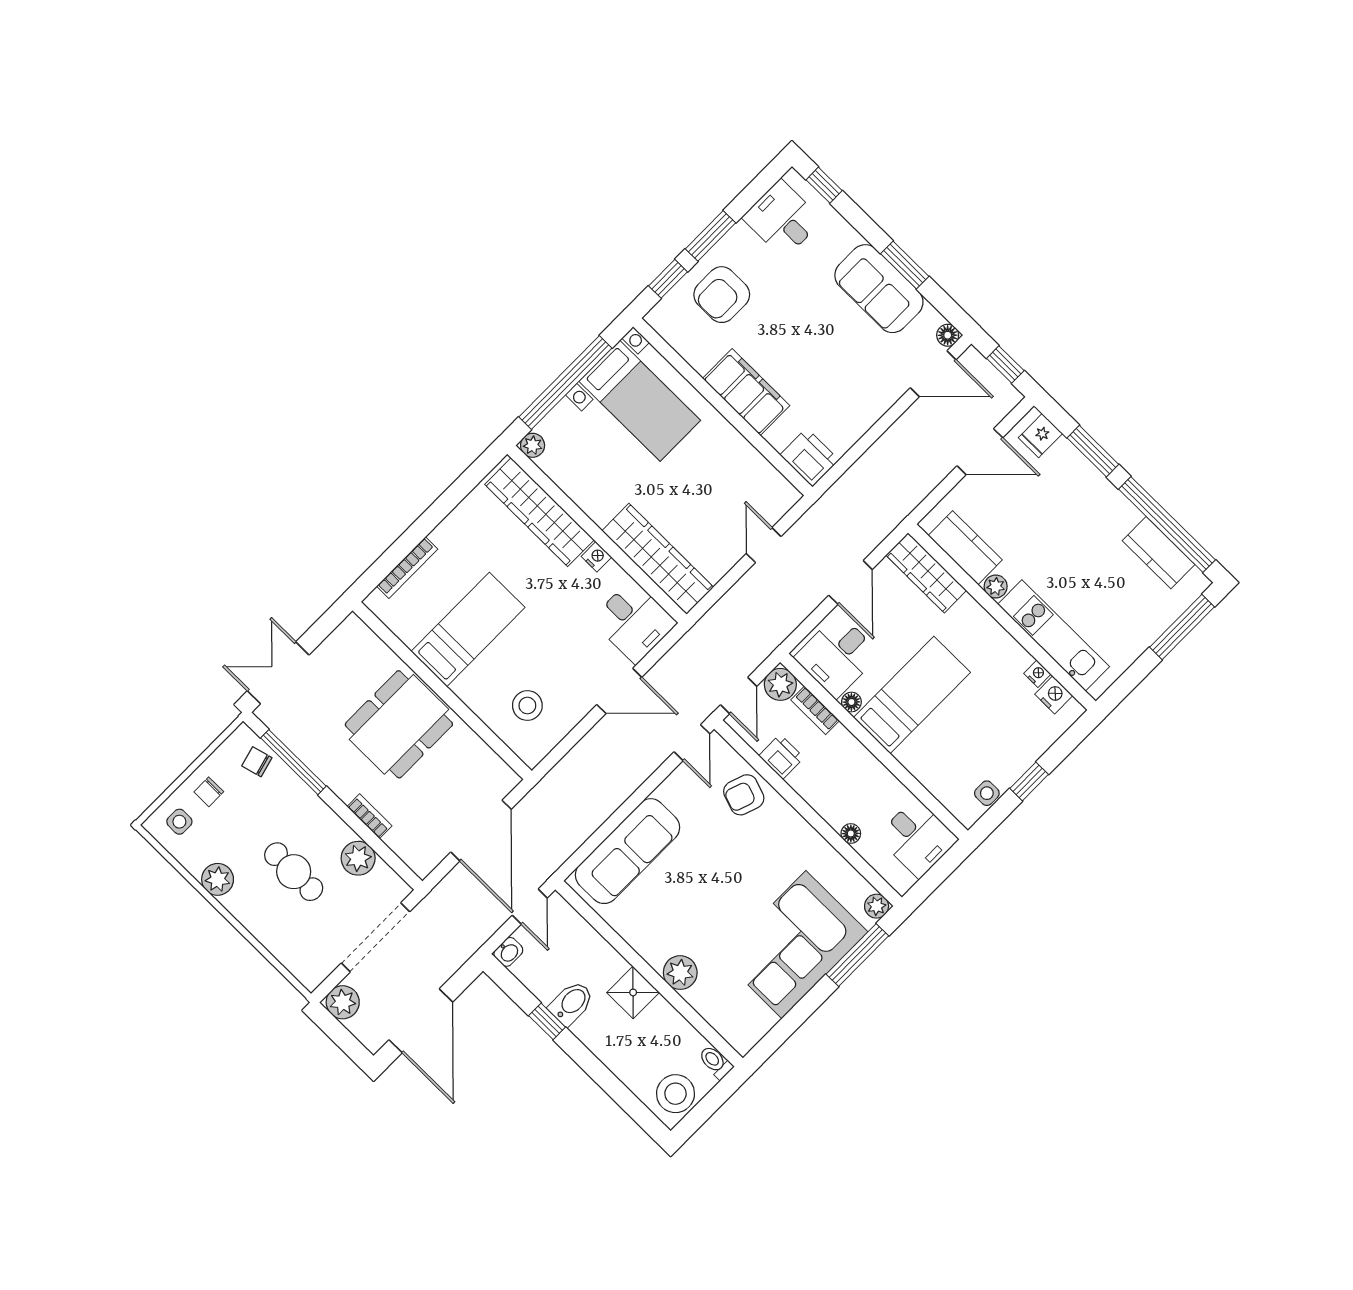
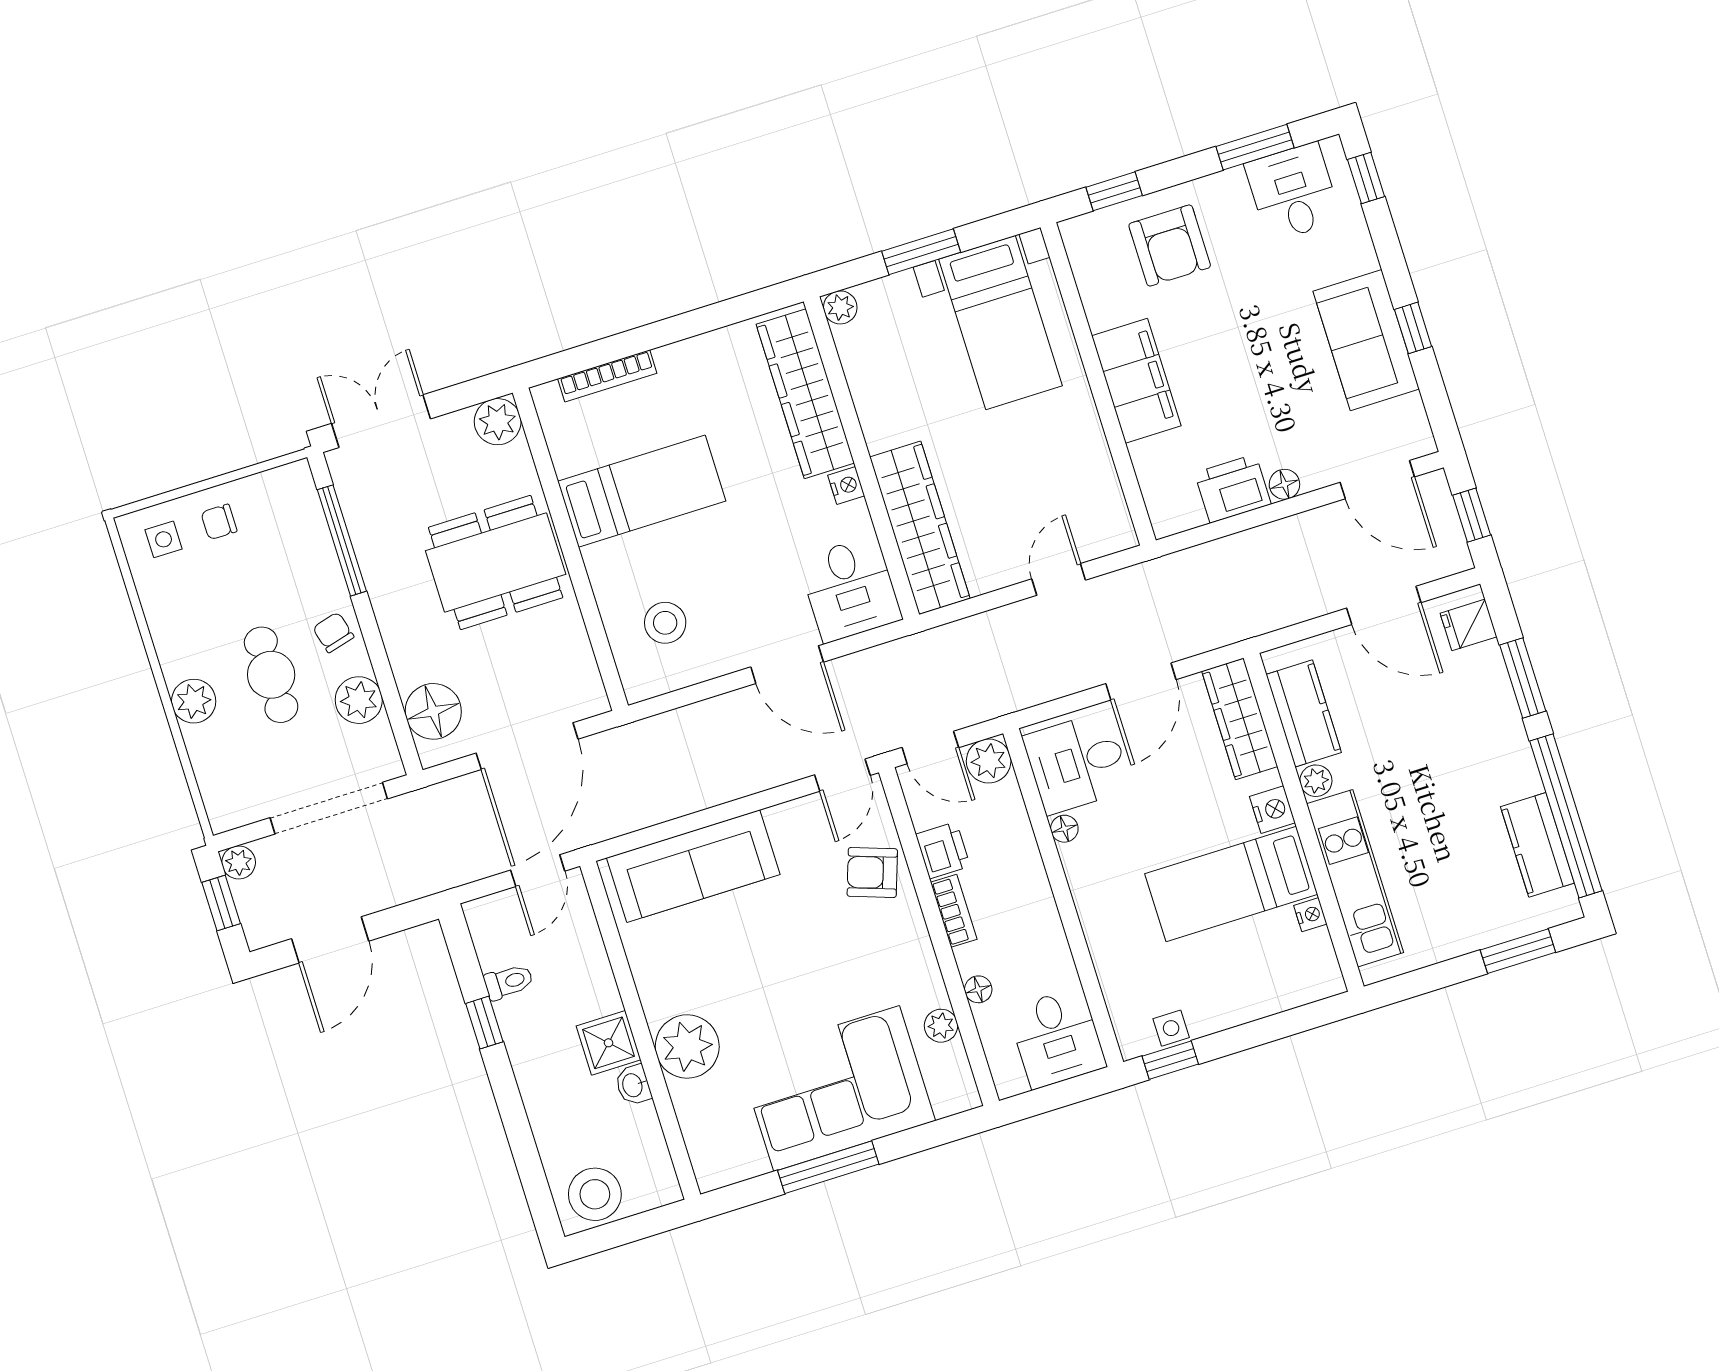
window: (710, 236) -> (1255, 147), moved
window: (905, 265) -> (1413, 328), width x0.67
armchair: (722, 295) -> (1170, 245), turned -90
floor lamp: (948, 335) -> (1284, 484), moved
window: (565, 383) -> (921, 252), width x0.47
printer: (809, 457) -> (1233, 489), moved, turned -90
window: (1182, 627) -> (1518, 951), width x0.69
plant: (353, 634) -> (498, 422), added
door: (739, 695) -> (930, 748), hinge flipped
bed: (912, 695) -> (1231, 884), moved, turned 180
nightstand: (1054, 695) -> (1272, 810), moved
bookcase: (815, 710) -> (954, 911), moved, turned 180
chair: (257, 762) -> (333, 632), moved
window: (1029, 781) -> (1170, 1060), moved
bookcase: (369, 816) -> (400, 656), removed
floor lamp: (409, 840) -> (433, 711), added
plant: (218, 879) -> (194, 701), moved
plant: (877, 906) -> (941, 1026), moved
washbasin: (508, 952) -> (633, 1085), moved, turned 90
window: (857, 955) -> (828, 1167), moved
plant: (680, 973) -> (687, 1046), width x1.36, depth x1.36
plant: (343, 1002) -> (239, 862), width x0.73, depth x0.73
bidet: (571, 1003) -> (526, 1016), removed
door: (421, 1021) -> (330, 940), width x0.73
window: (339, 1034) -> (221, 903), added
toilet: (716, 1062) -> (509, 982), moved, turned 90

